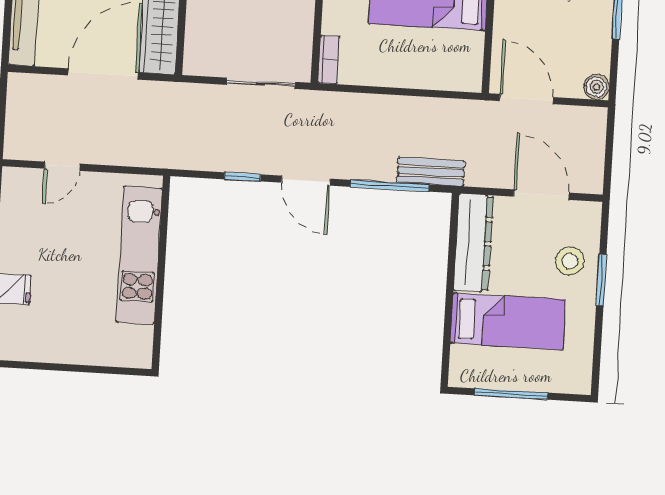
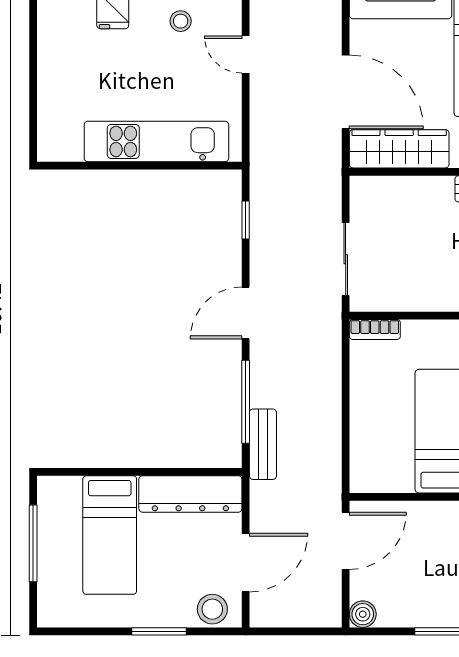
window: (242, 177) -> (246, 220), moved
stool: (27, 226) -> (181, 21), added
stool: (570, 261) -> (212, 609), moved

